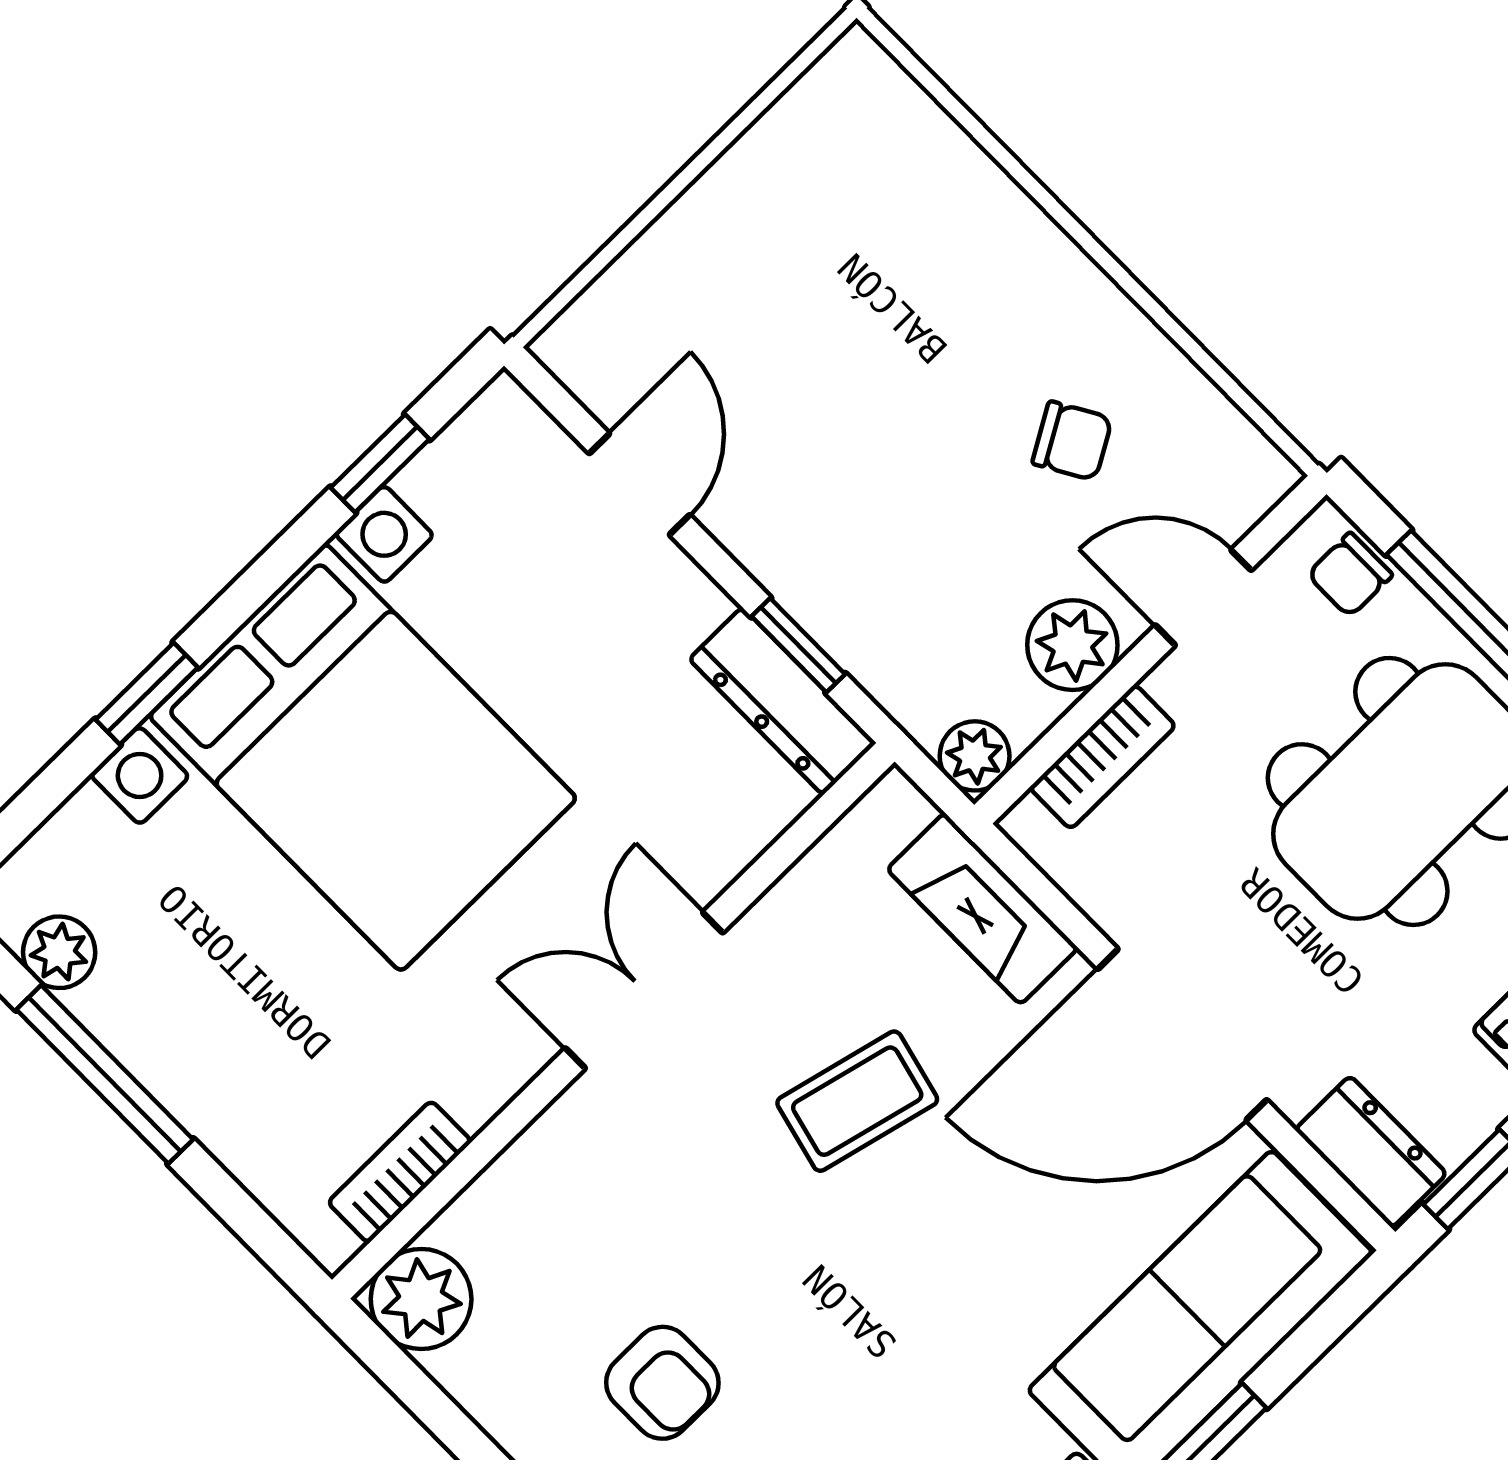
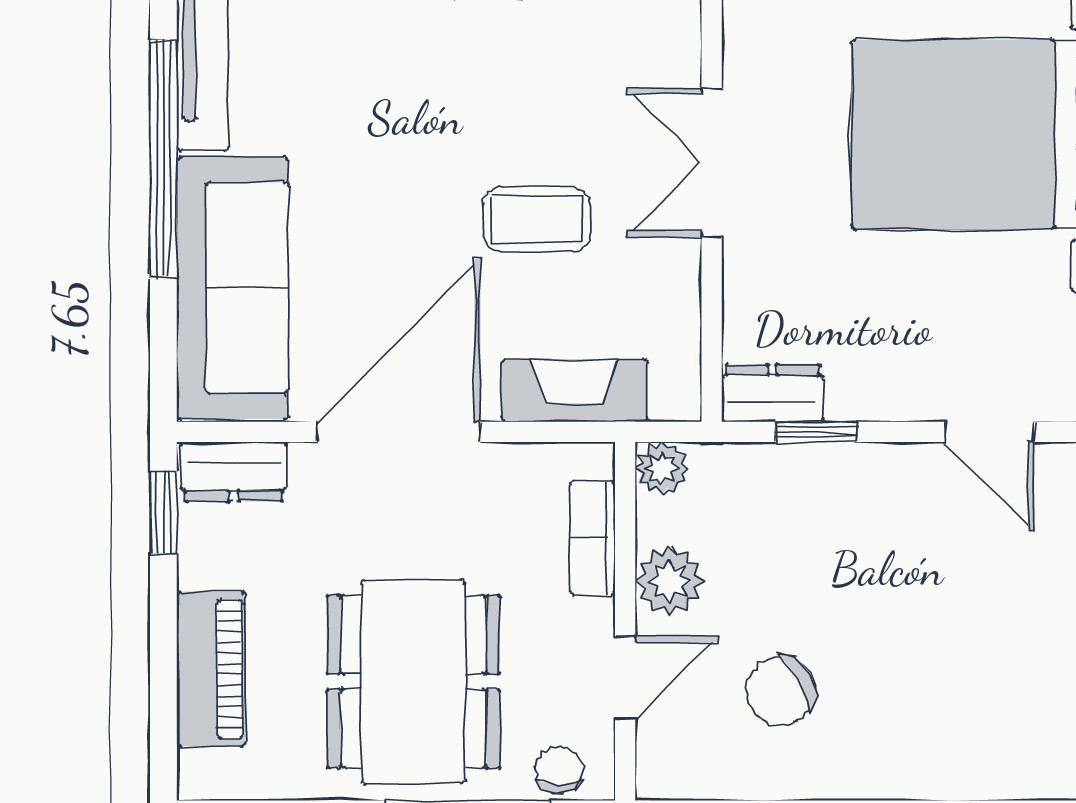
chair: (1072, 441) -> (781, 691), width x1.37, depth x1.37
dresser: (782, 701) -> (772, 393), width x0.70
double door: (644, 990) -> (712, 163), swing flipped
coffee table: (857, 1101) -> (537, 219), turned 76

